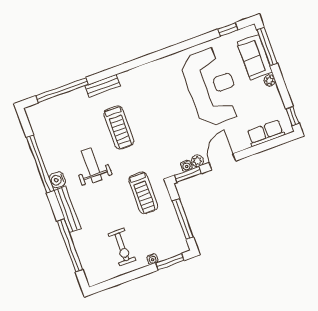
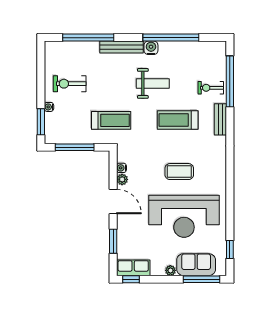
exercise bike: (75, 107) -> (211, 88), added
coffee table: (169, 107) -> (179, 172), added
row of seats: (266, 133) -> (133, 268), moved, turned -90
window: (188, 174) -> (113, 241), moved
treadmill: (143, 193) -> (111, 120), turned 180

